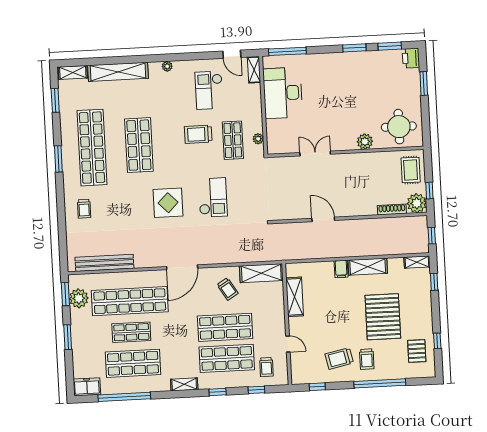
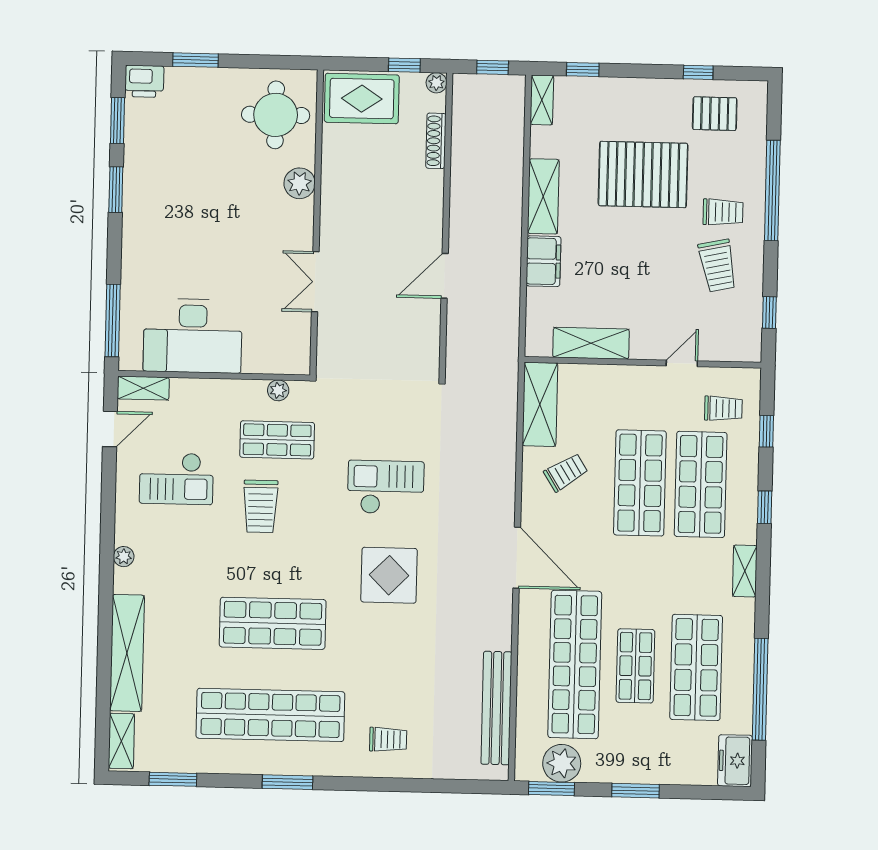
rug: (411, 170) -> (362, 99), width x1.36, depth x1.43
plant: (417, 203) -> (436, 83), width x0.53, depth x0.53
filing cabinet: (341, 269) -> (543, 261), width x2.00

